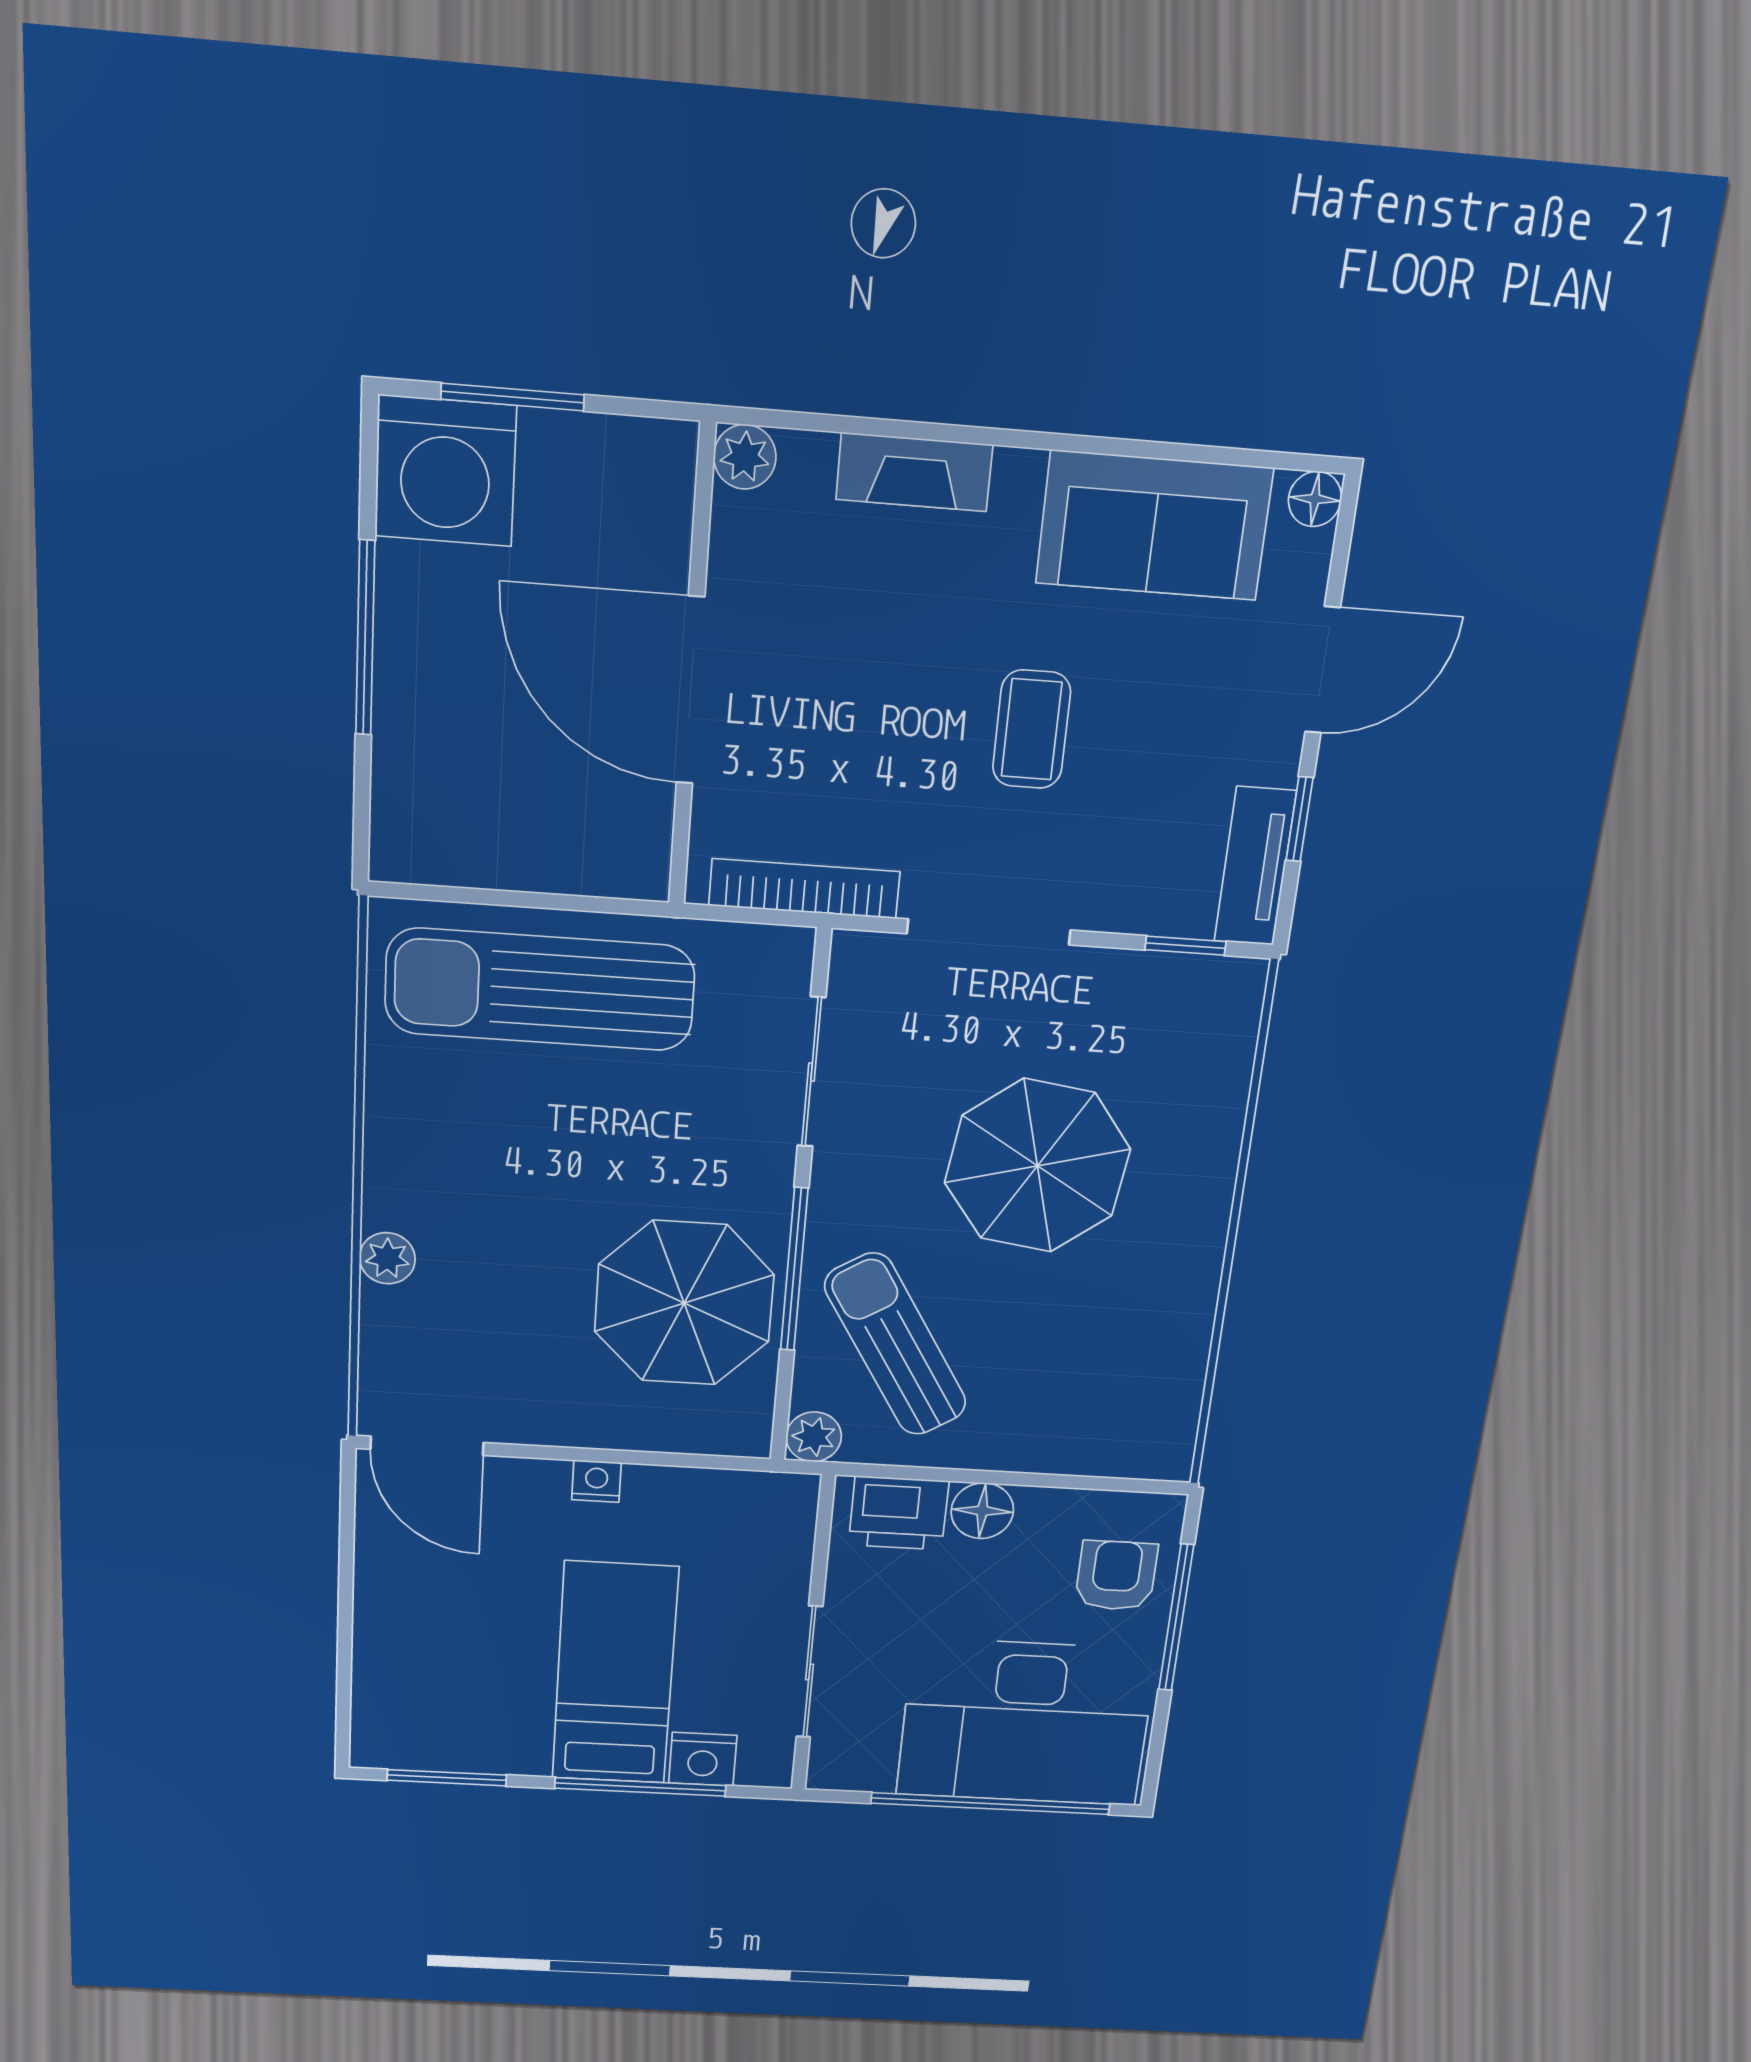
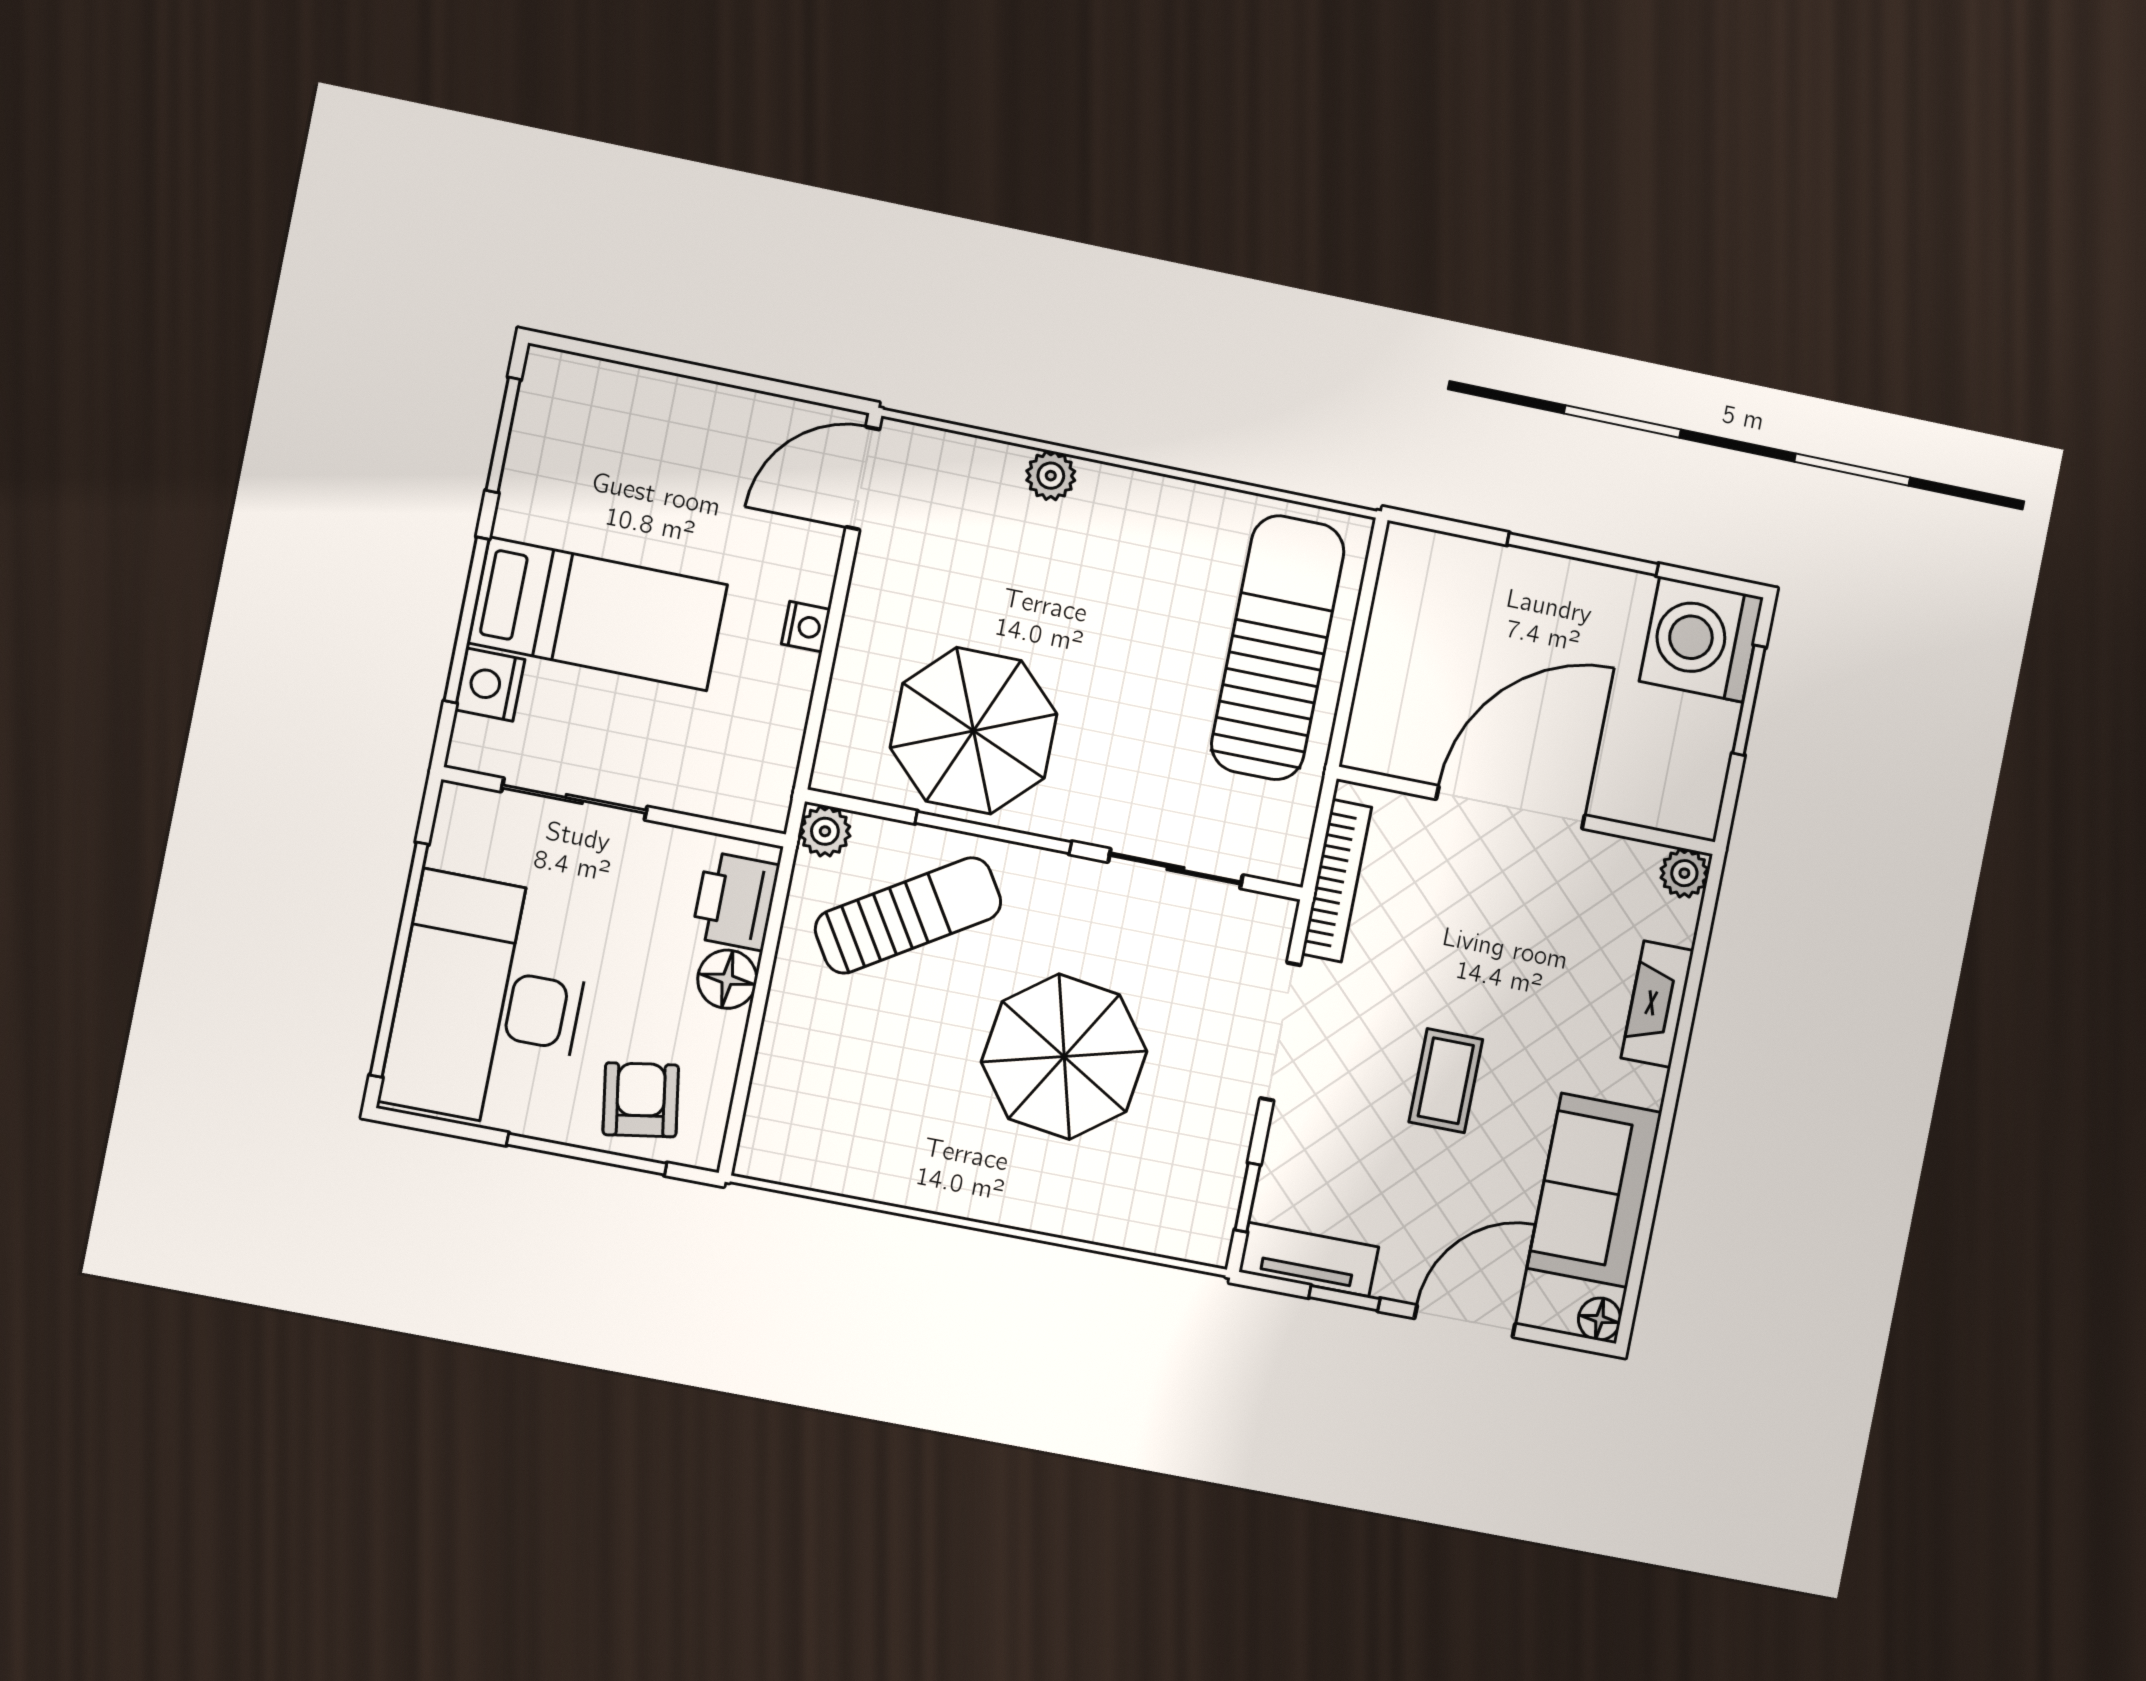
door: (1323, 670) -> (1465, 1321), swing flipped
coffee table: (1032, 729) -> (1446, 1081), turned 90
armchair: (1116, 1576) -> (641, 1100), turned -99

